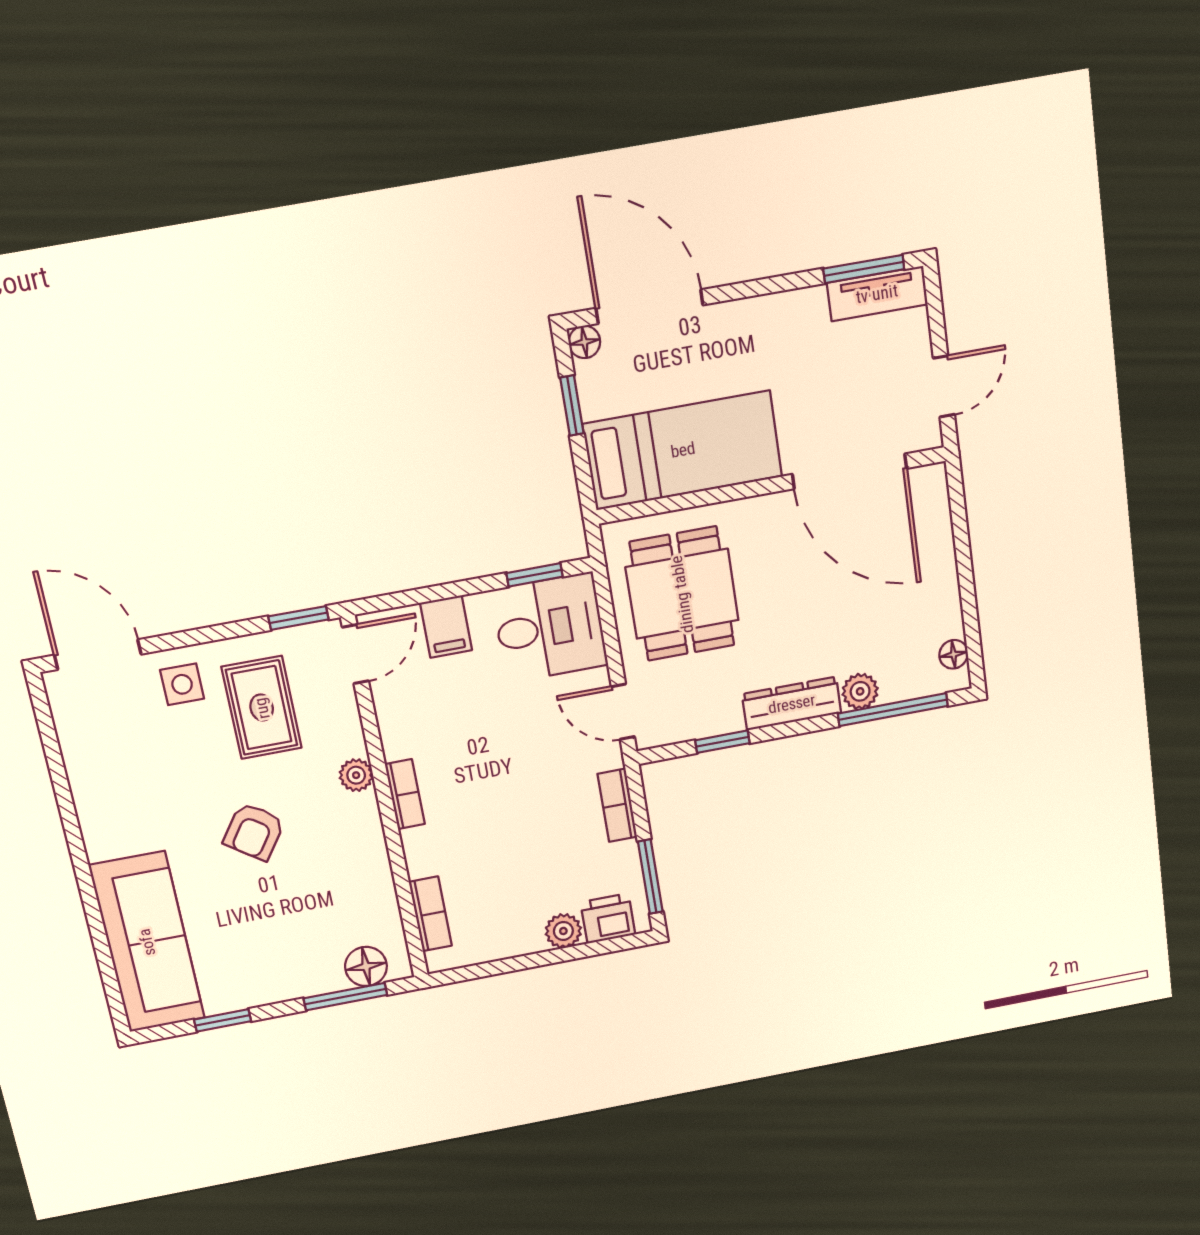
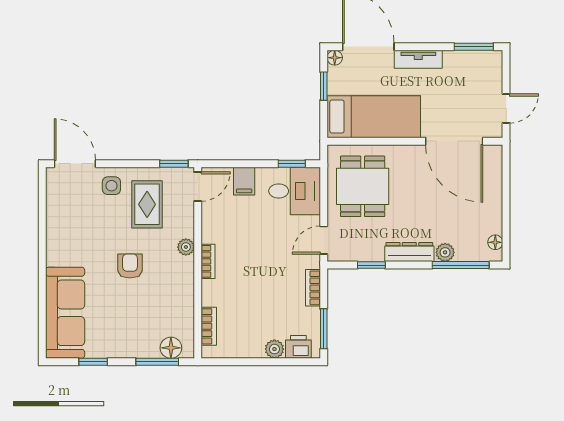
tv unit: (877, 294) -> (418, 59), moved
door: (623, 712) -> (324, 240), hinge flipped
armchair: (254, 832) -> (130, 266), turned 145

